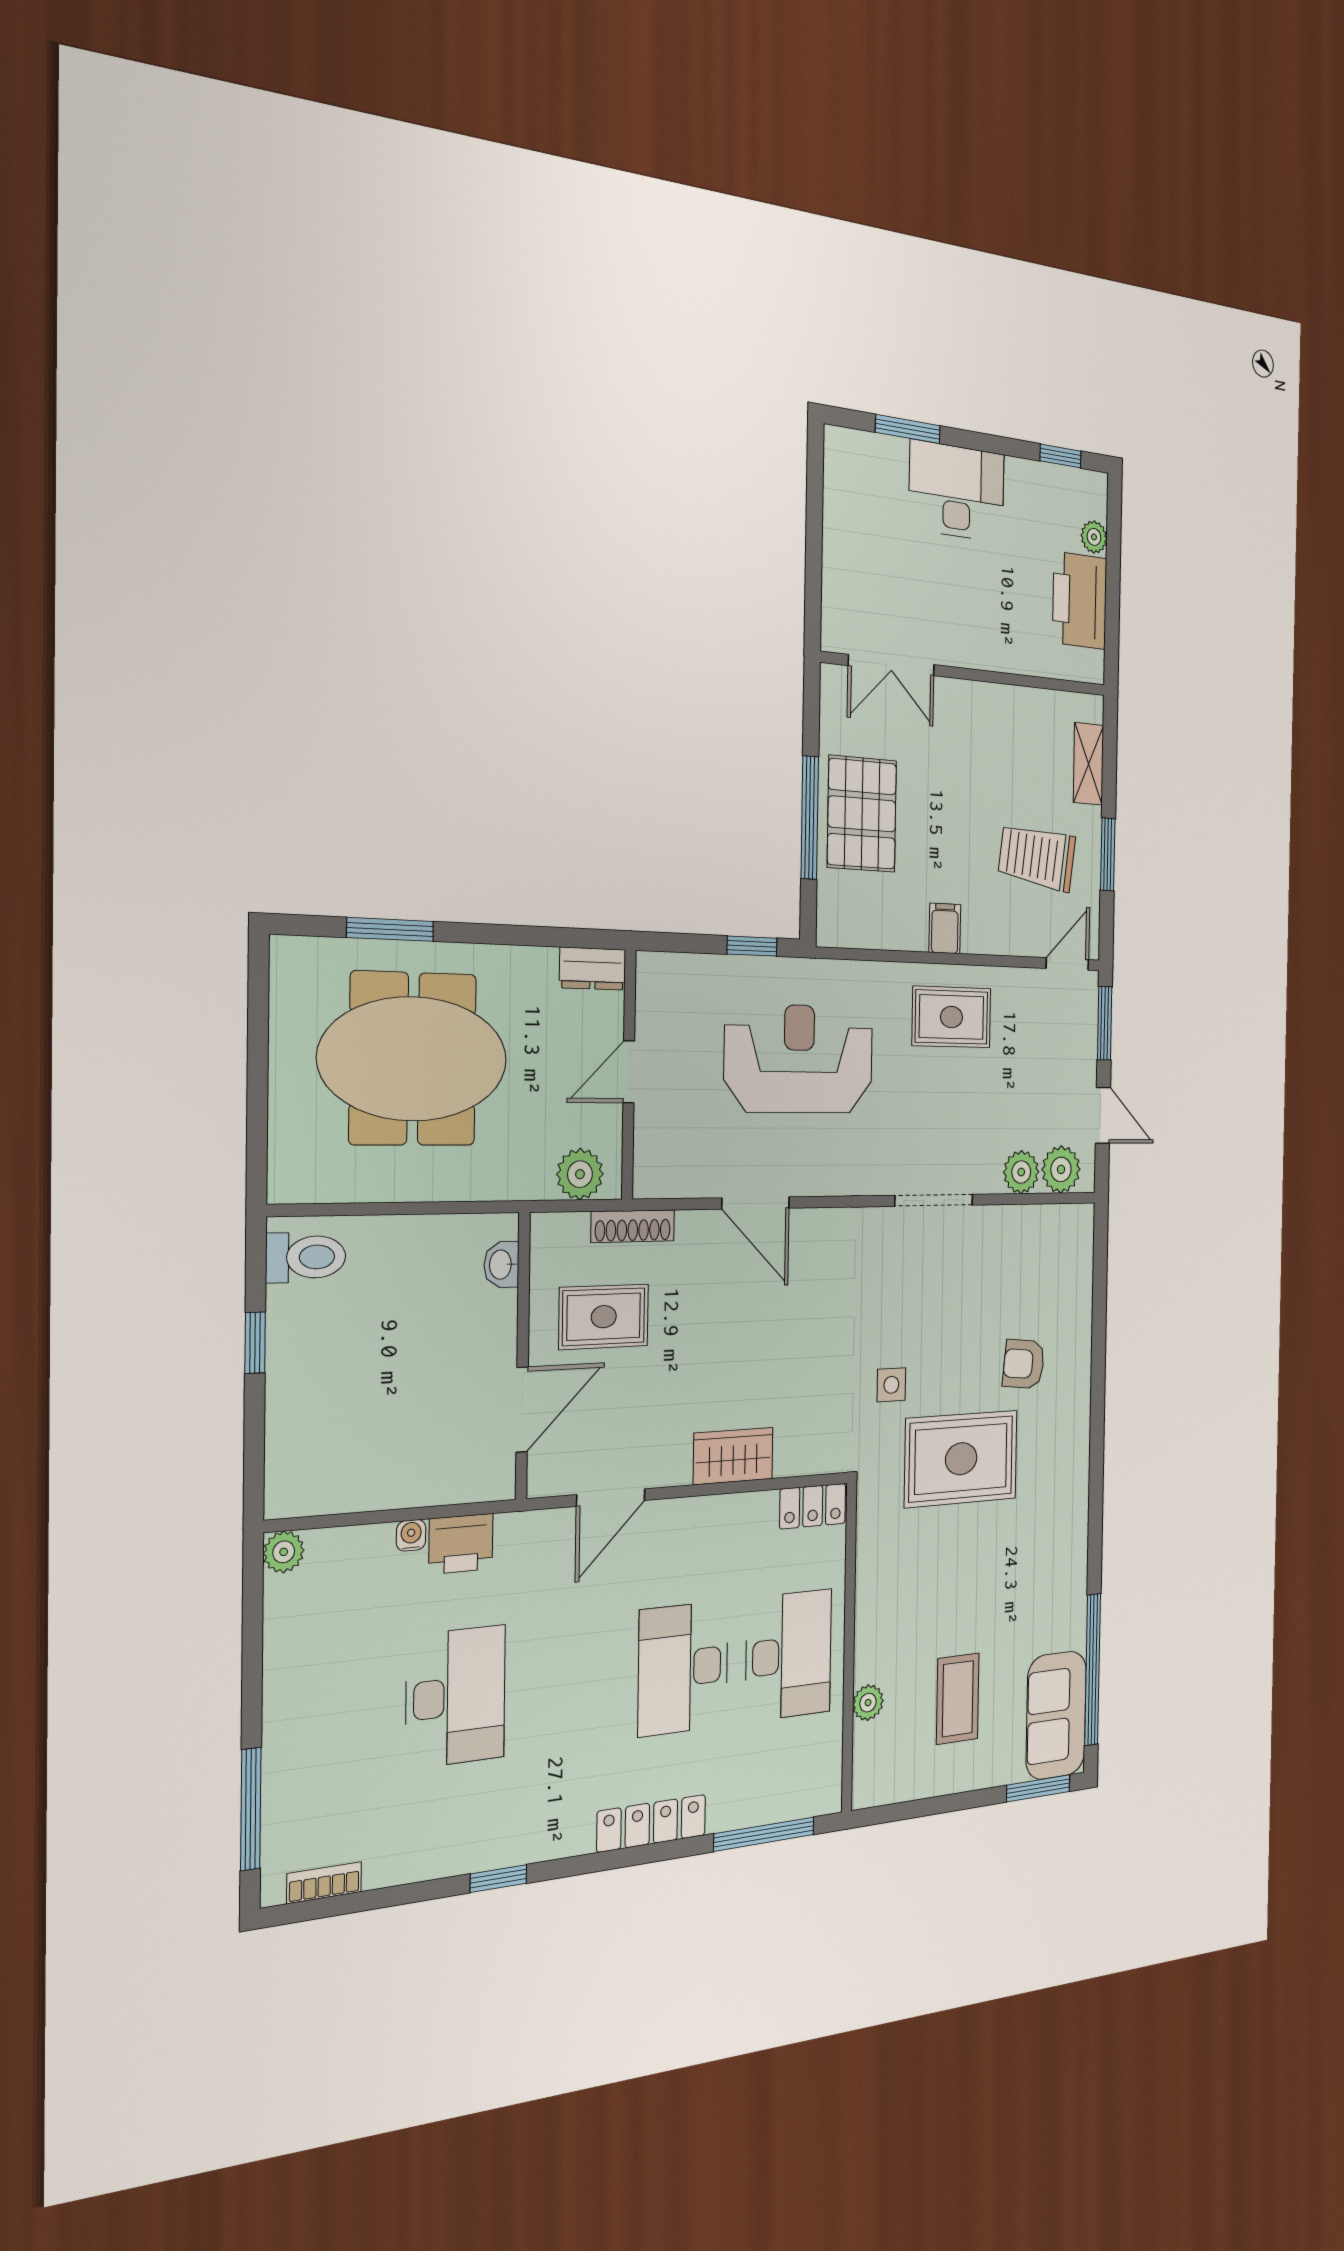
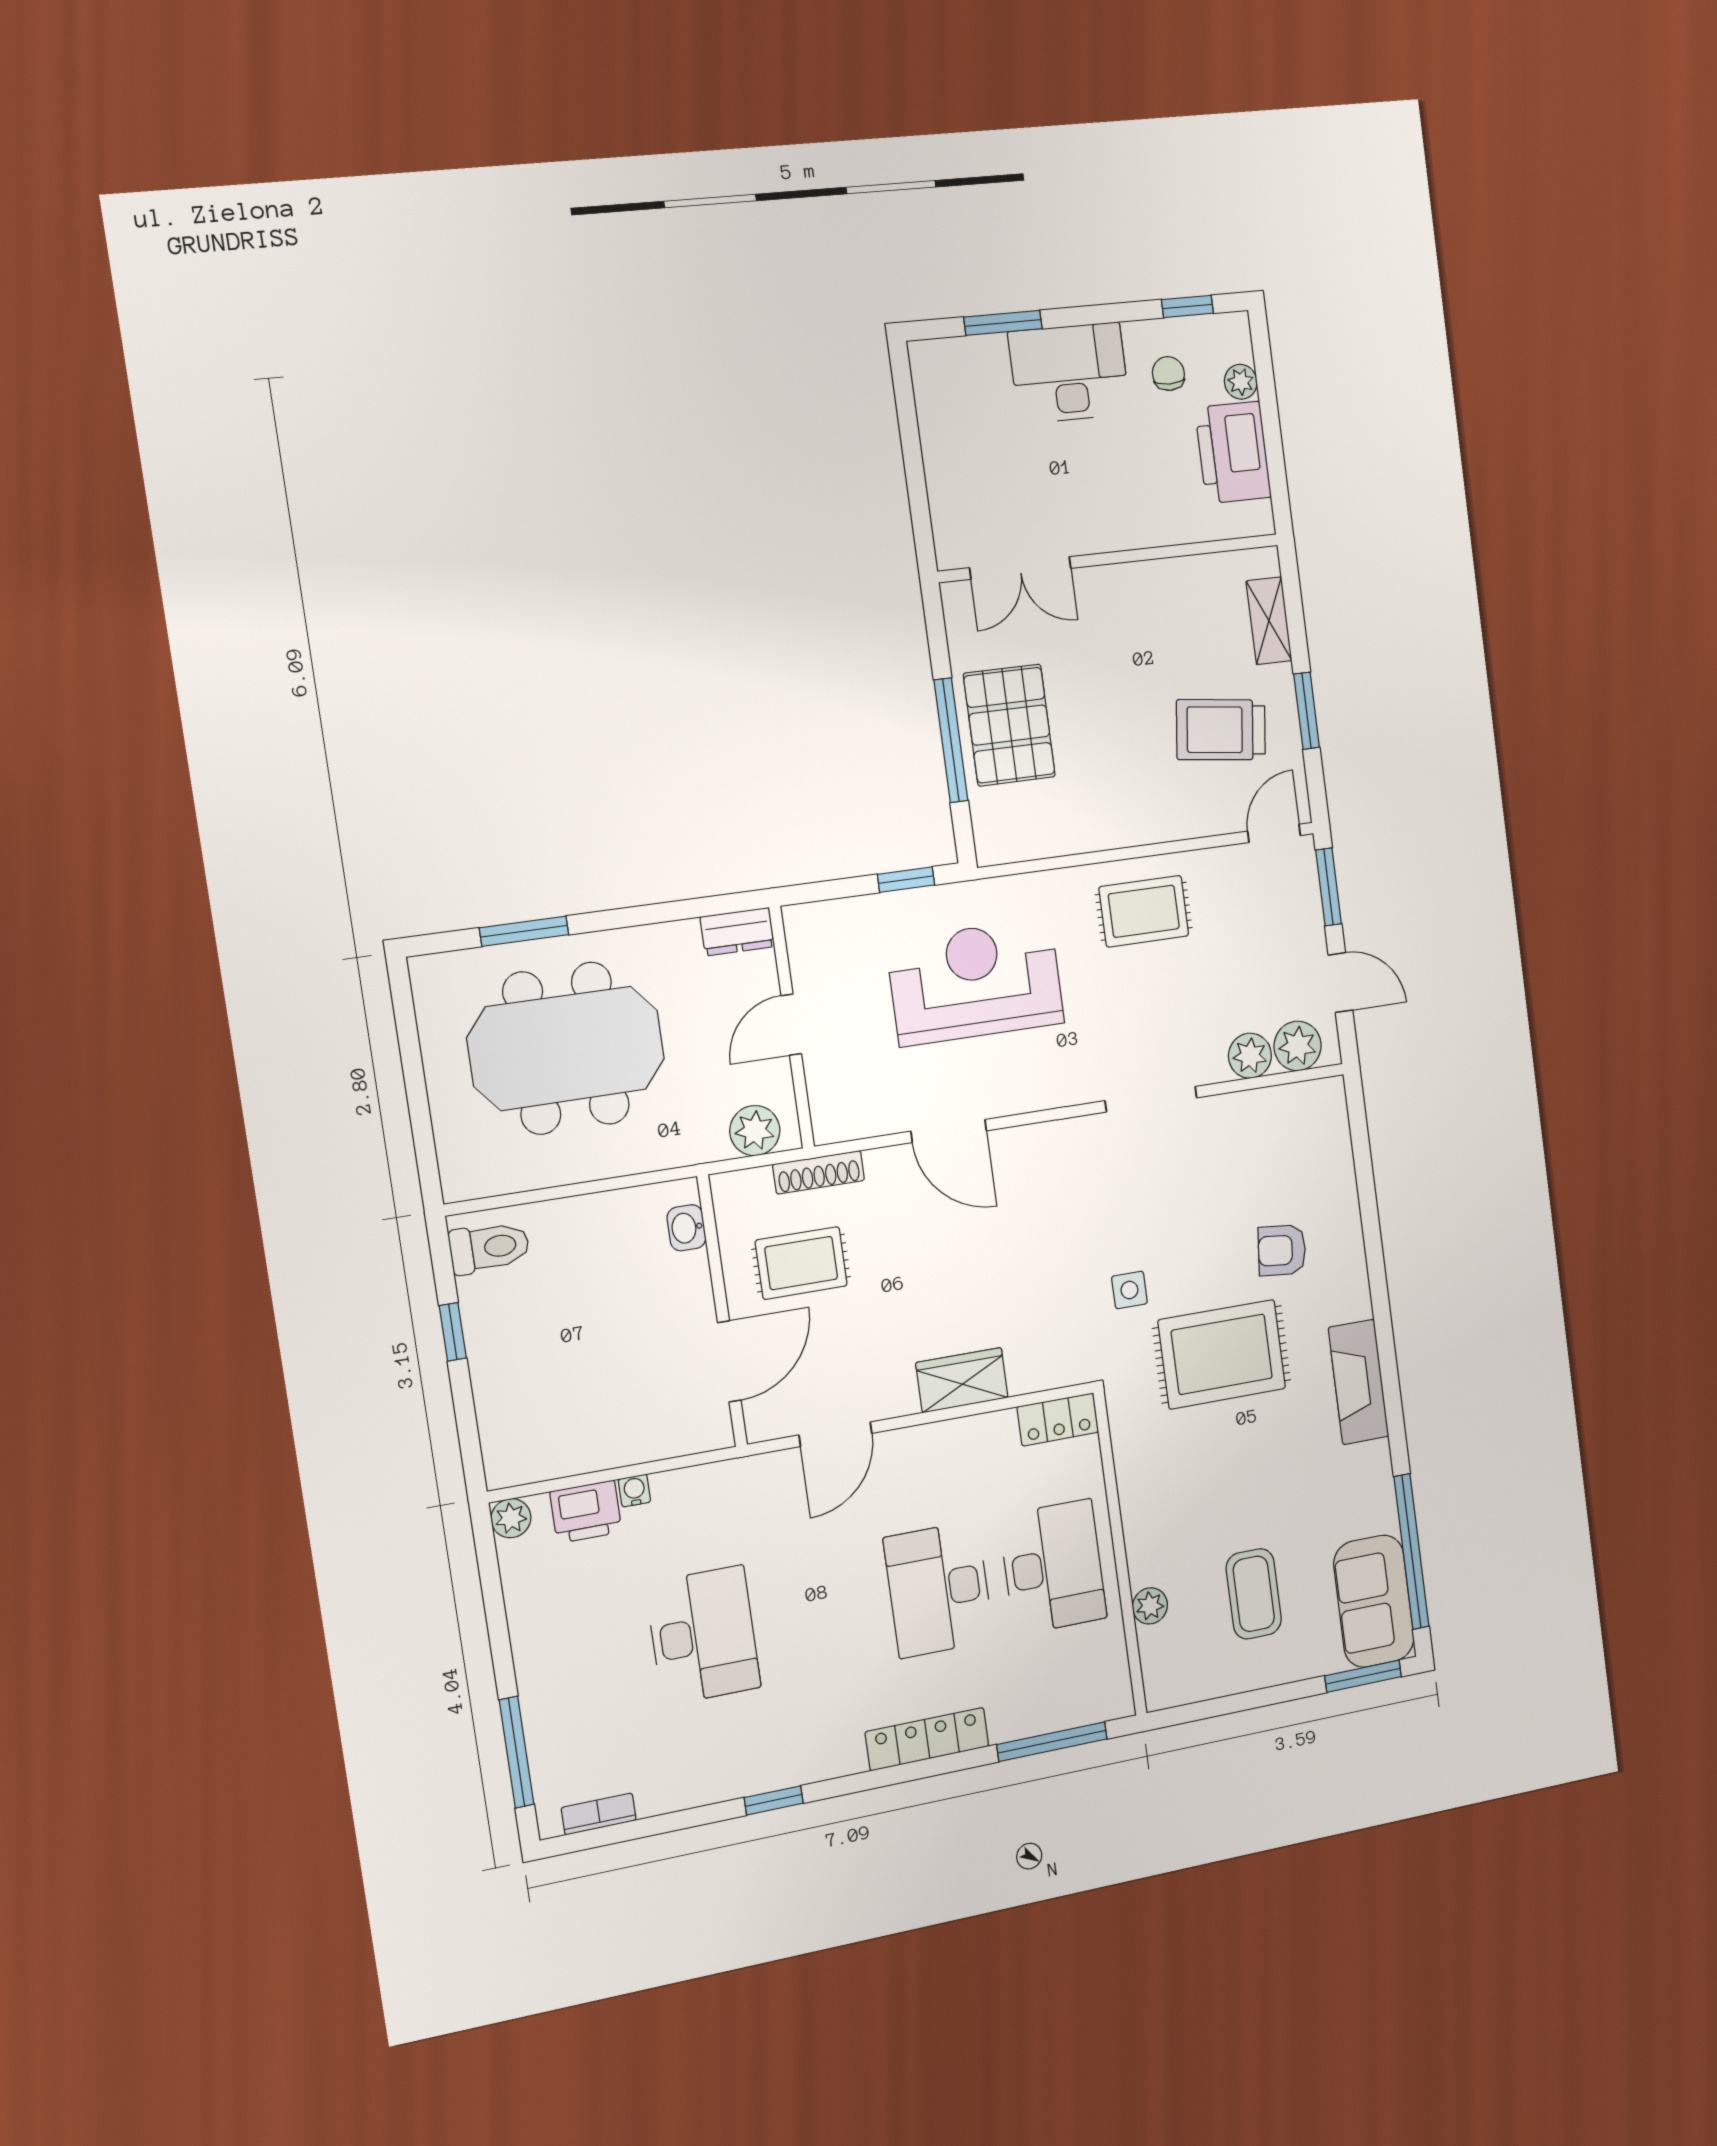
chair: (1037, 514) -> (1168, 373), added
filing cabinet: (945, 928) -> (1123, 823), removed
fireplace: (1070, 1500) -> (1359, 1382), added
printer: (461, 1544) -> (586, 1512), moved

